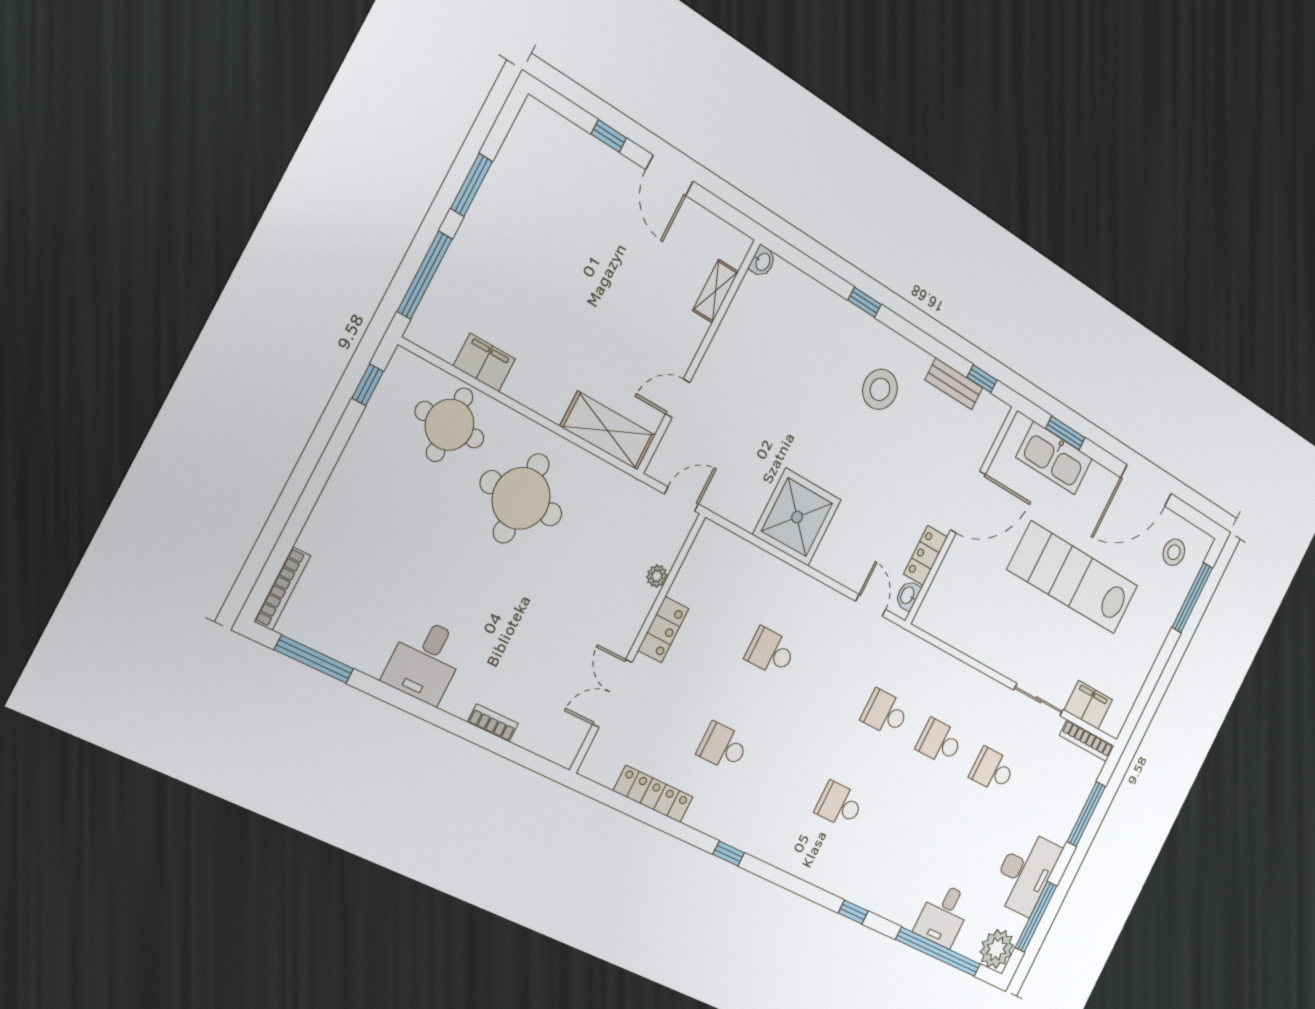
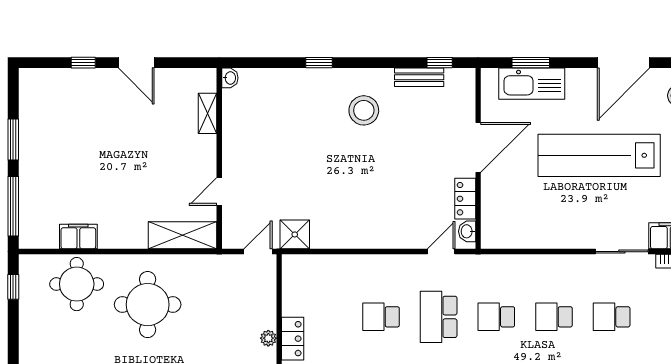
shower: (797, 517) -> (295, 234), moved, width x0.54, depth x0.54
plant: (657, 576) -> (268, 338), moved
door: (871, 605) -> (441, 252), hinge flipped
school desk: (829, 683) -> (439, 317), added

